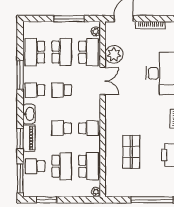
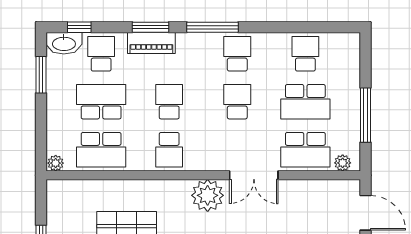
school desk: (35, 52) -> (305, 54), width x0.54
plant: (114, 55) -> (208, 195), moved
window: (20, 75) -> (212, 27), moved
washbasin: (29, 114) -> (64, 43), moved
school desk: (62, 166) -> (101, 102), turned 180
window: (20, 178) -> (79, 27), width x0.46

